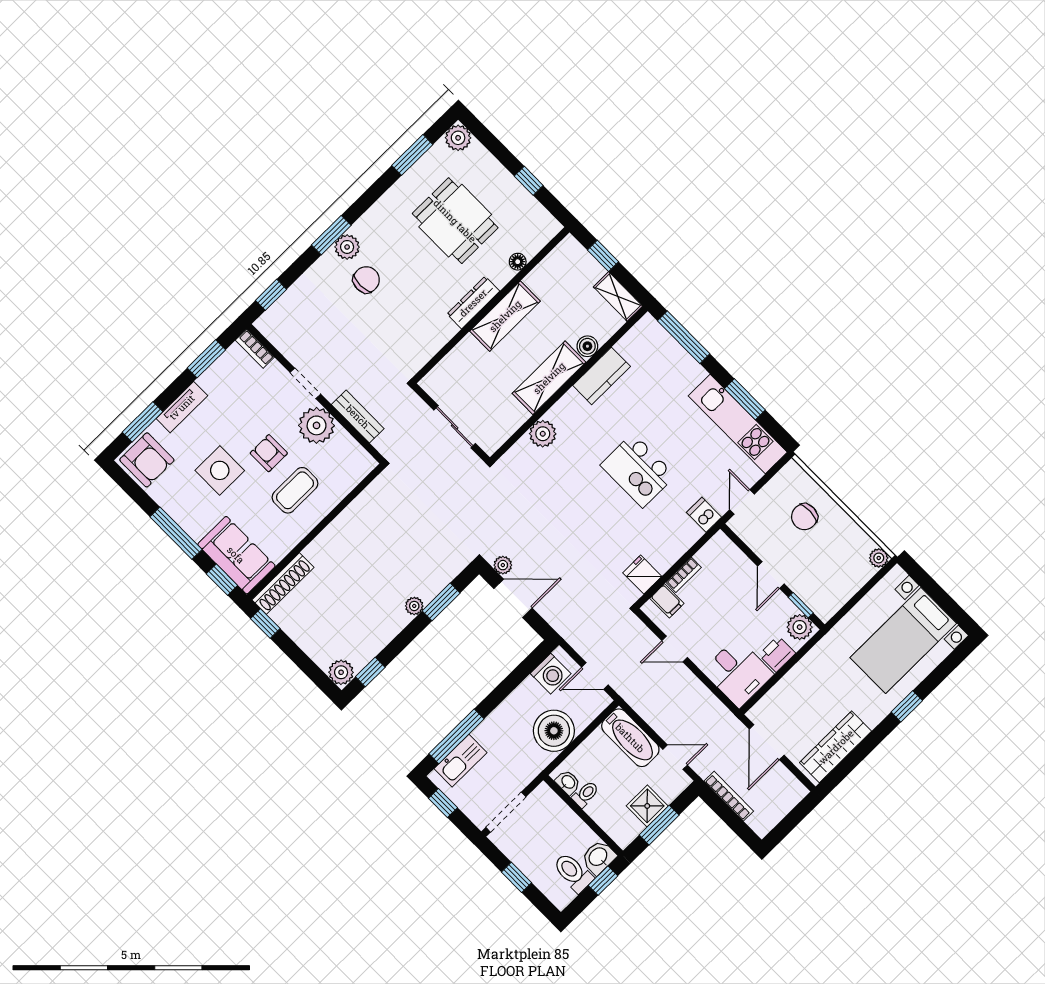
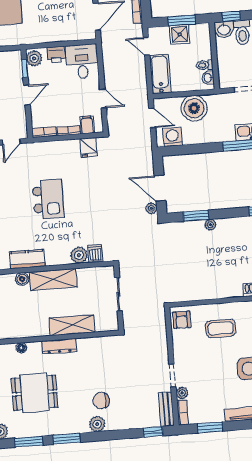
dining table: (455, 221) -> (35, 393), turned 90
window: (331, 235) -> (67, 439), moved
shelving: (505, 316) -> (72, 325), moved
bench: (358, 417) -> (166, 409), moved
plant: (317, 425) -> (182, 393), moved, width x0.53, depth x0.53
armchair: (269, 453) -> (182, 320), moved
dishwasher: (704, 515) -> (95, 253), moved, turned 180
bookcase: (712, 548) -> (44, 132), added

